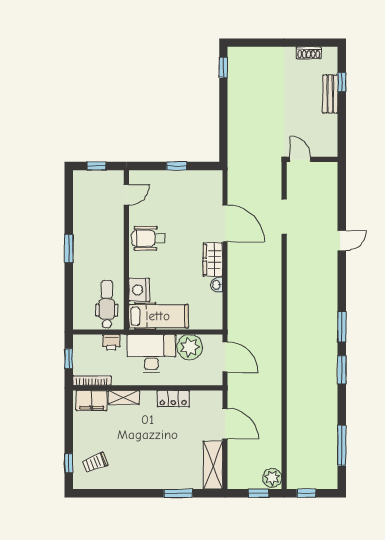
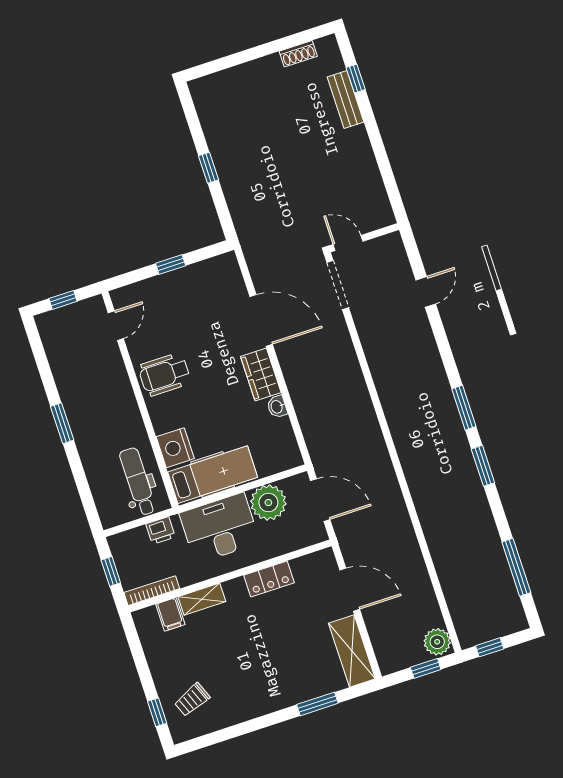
window: (223, 68) -> (208, 168), moved
door: (300, 159) -> (348, 243), moved
wall: (312, 159) -> (364, 238), moved
filing cabinet: (92, 401) -> (170, 614), width x0.50

